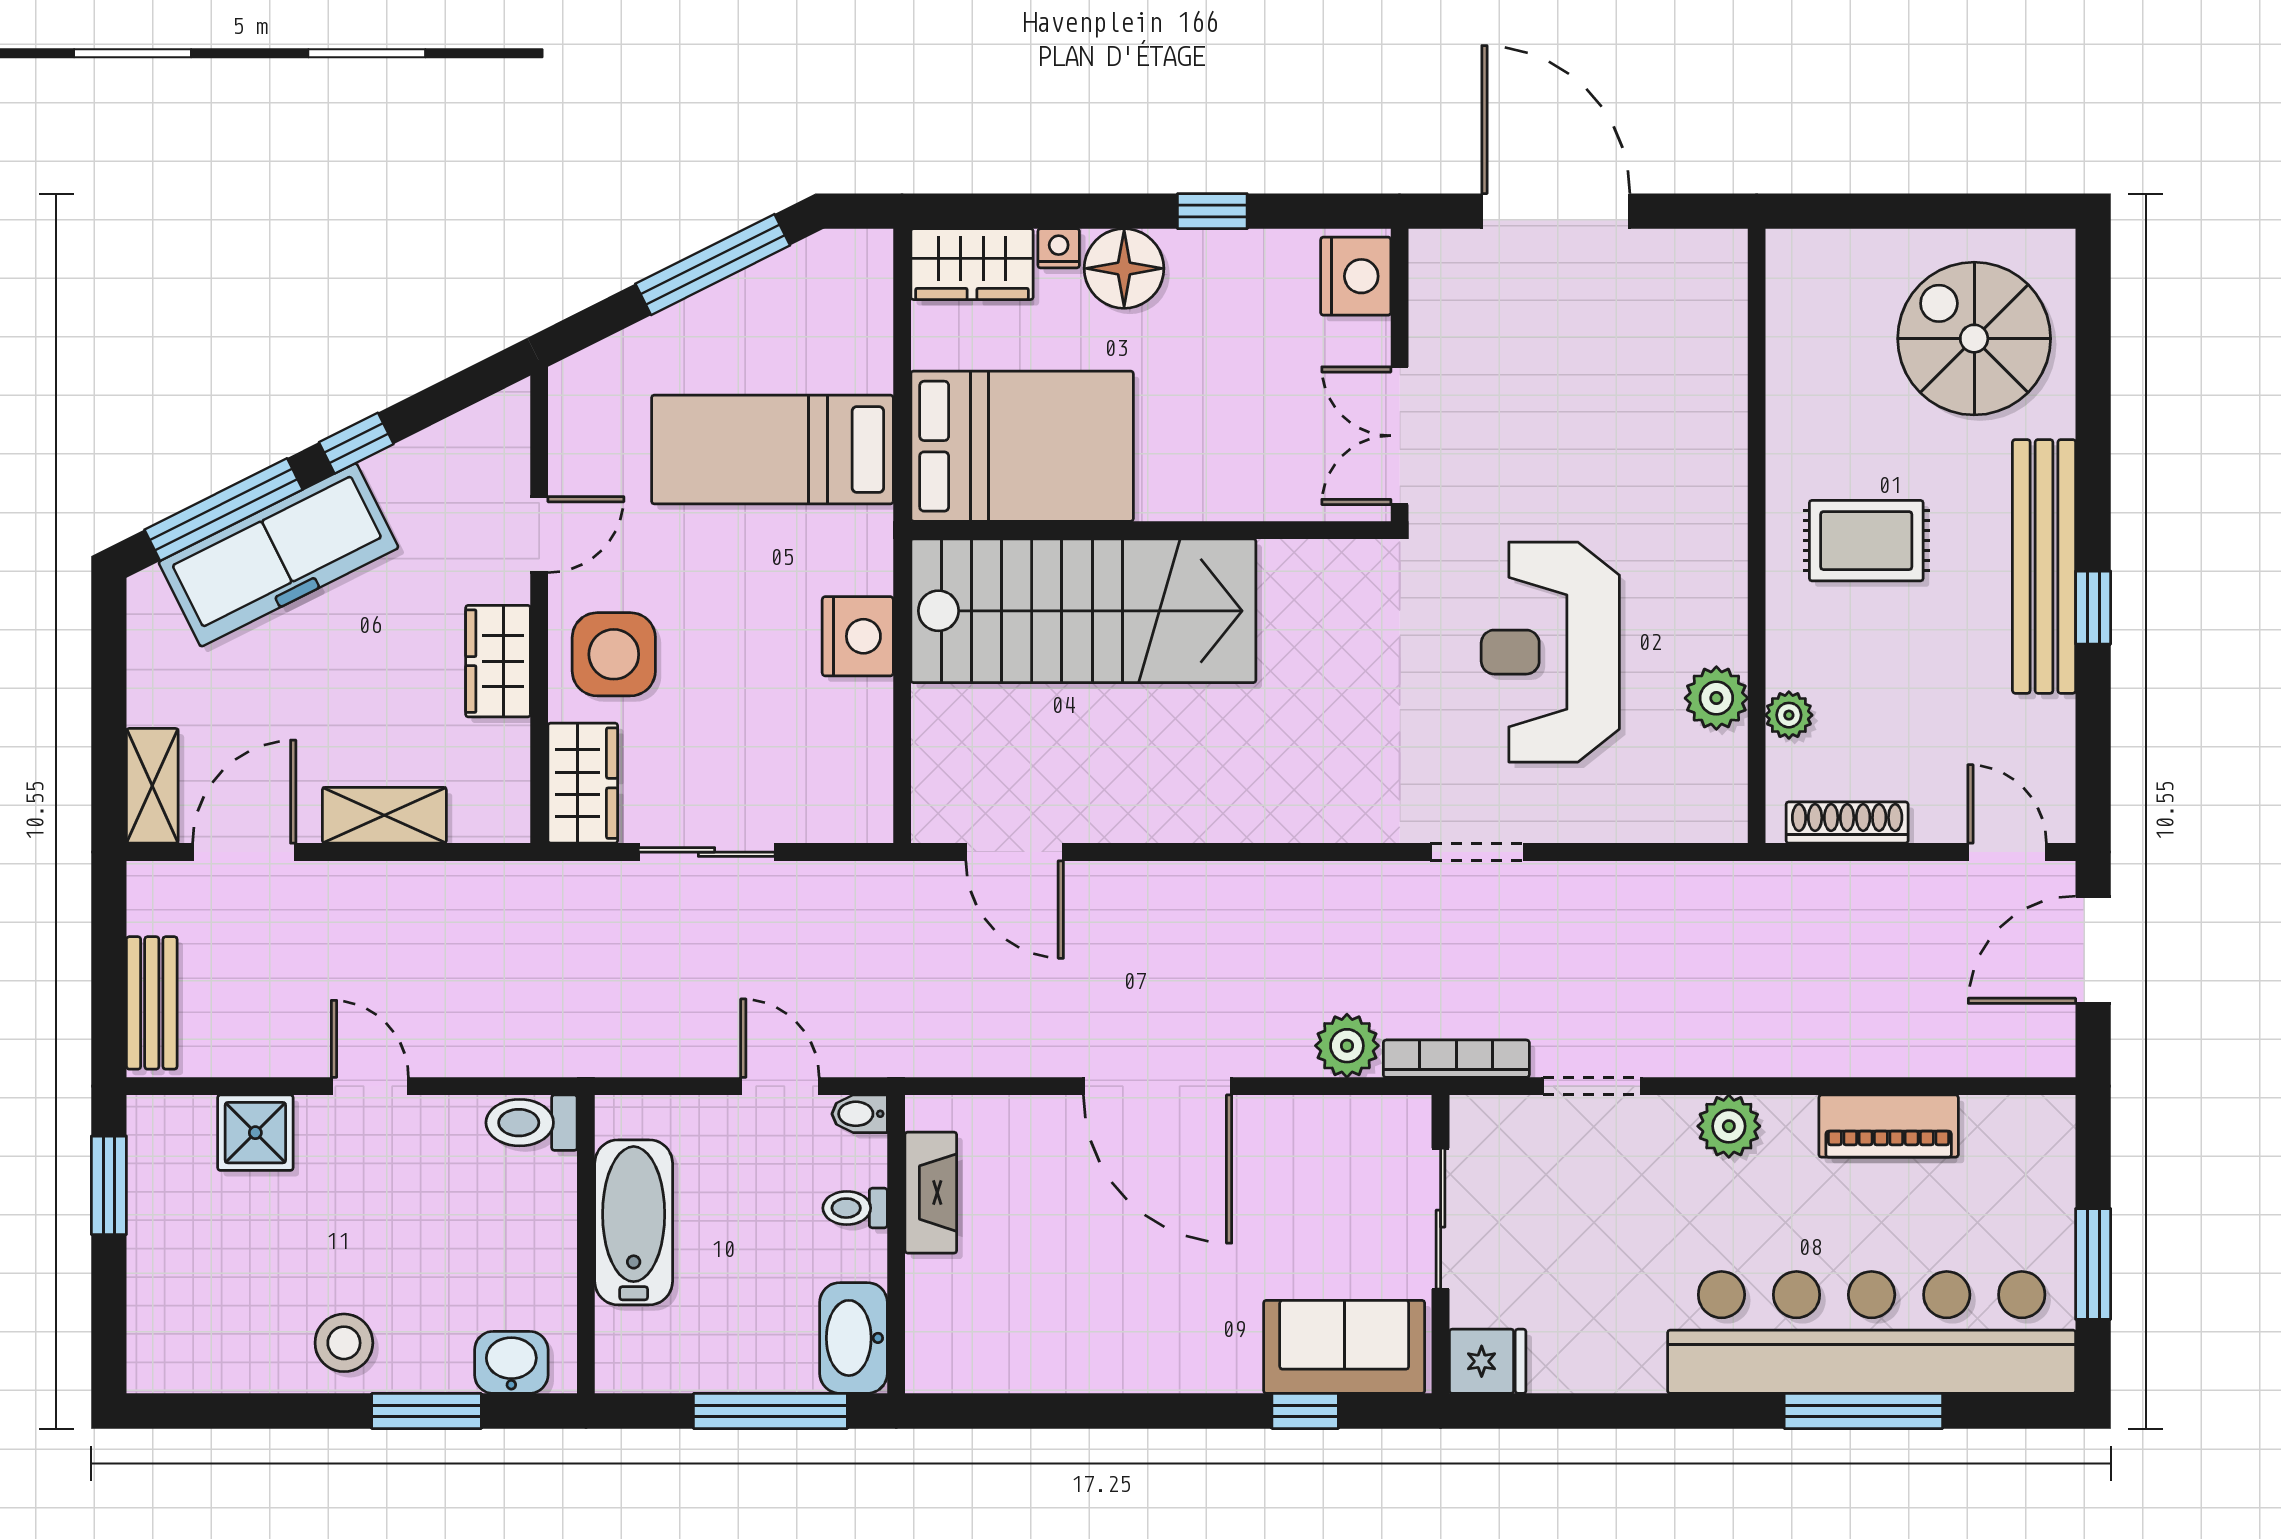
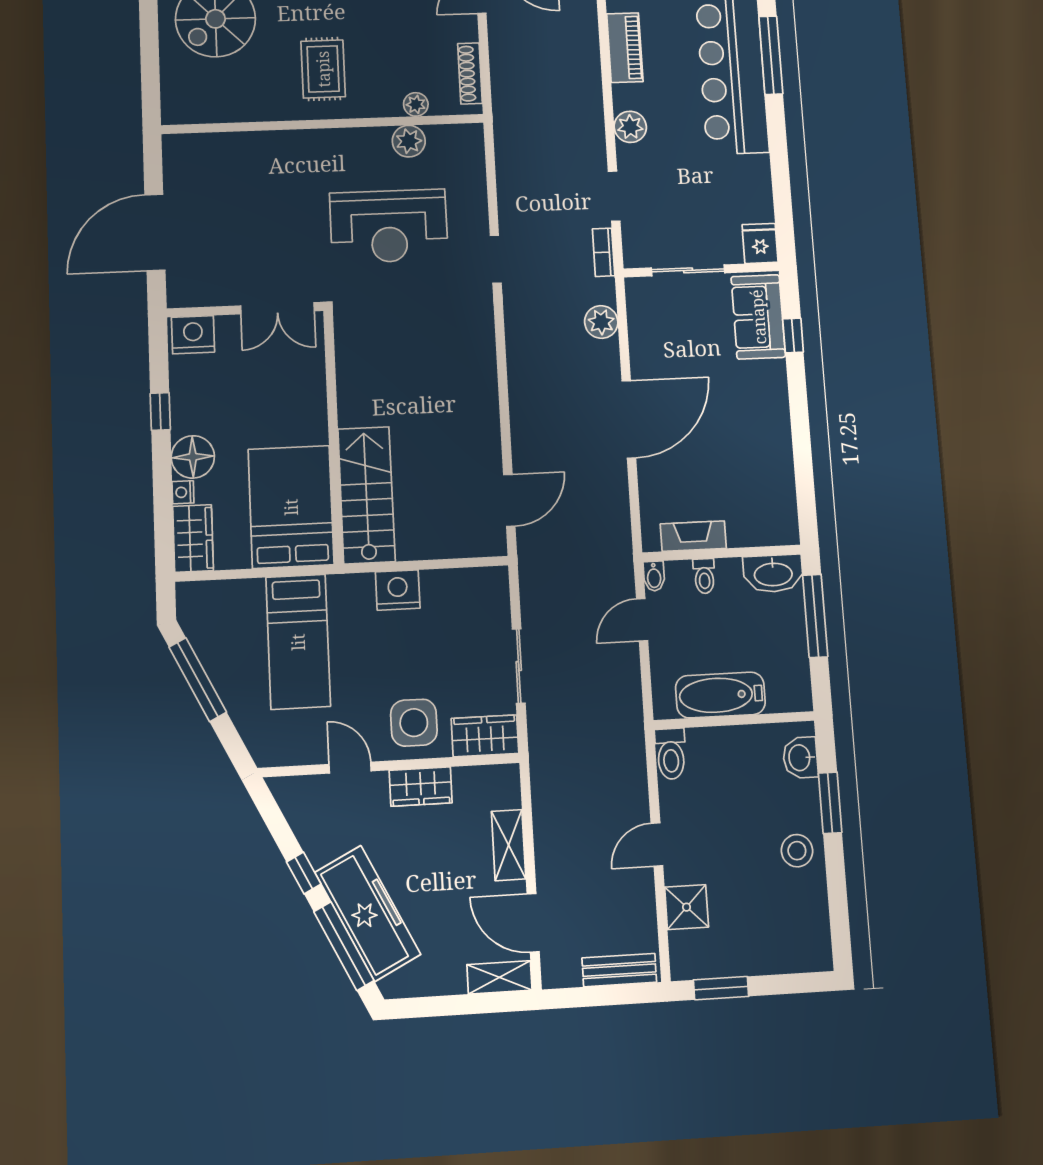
stairs: (1083, 611) -> (366, 495), width x0.73, depth x0.66
bookcase: (1456, 1059) -> (604, 252), width x0.64

